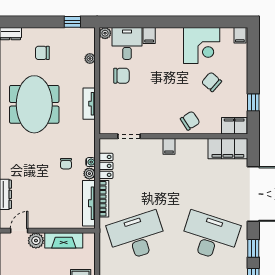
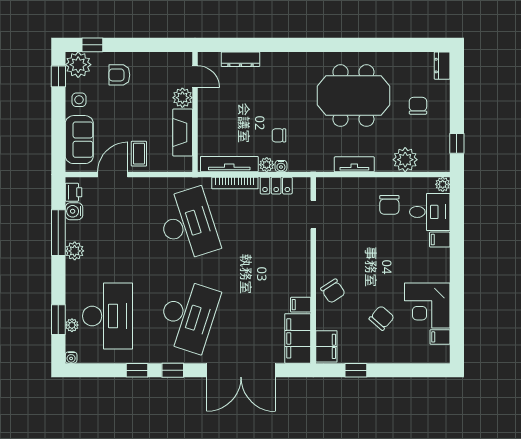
filing cabinet: (240, 35) -> (440, 337), moved
plant: (90, 59) -> (405, 160), width x1.87, depth x1.87
filing cabinet: (169, 146) -> (301, 305), moved

